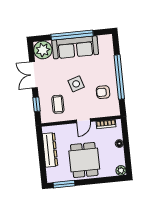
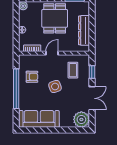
window: (72, 35) -> (54, 130), removed
sofa: (75, 47) -> (39, 119), moved

